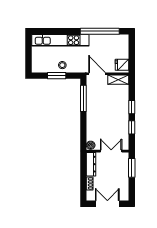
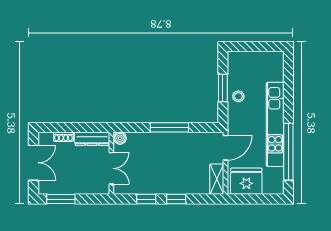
kitchen unit: (60, 40) -> (275, 124), moved
fridge: (122, 65) -> (246, 181), width x1.88, depth x1.34
window: (83, 98) -> (169, 127), moved
window: (132, 168) -> (61, 199), moved

